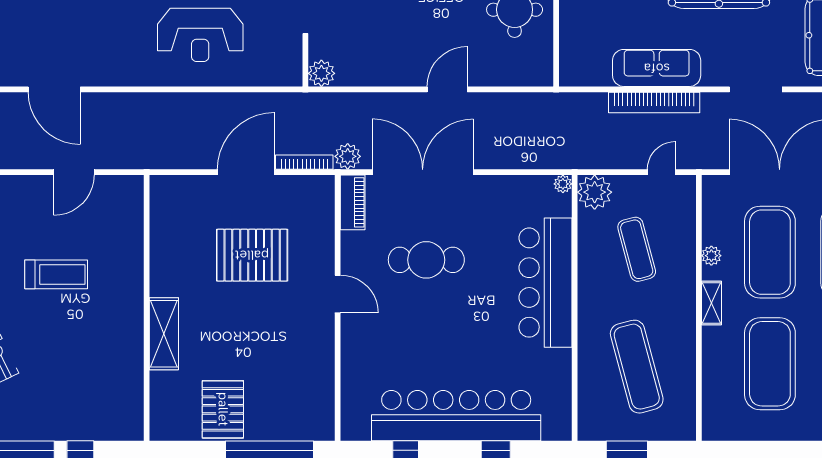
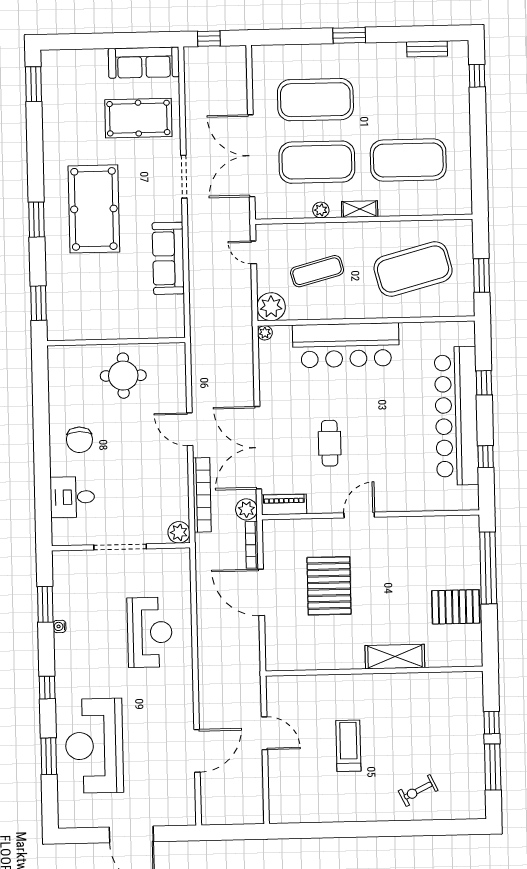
bookcase: (654, 102) -> (202, 495), moved
cafe table: (426, 260) -> (330, 443), width x0.73, depth x0.74
exercise mat: (637, 367) -> (413, 269), width x1.47

